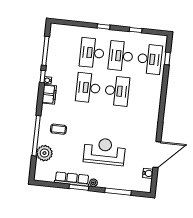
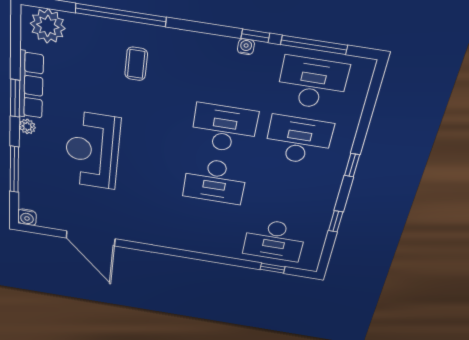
desk: (121, 56) -> (312, 83), moved
filing cabinet: (49, 94) -> (214, 48), removed
reception desk: (104, 151) -> (92, 151), turned 180
plant: (44, 153) -> (48, 26), moved
water cooler: (148, 173) -> (27, 217), moved

